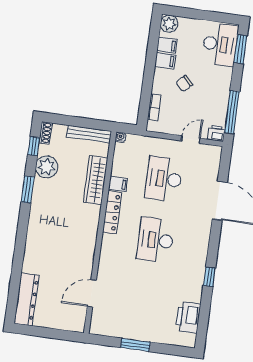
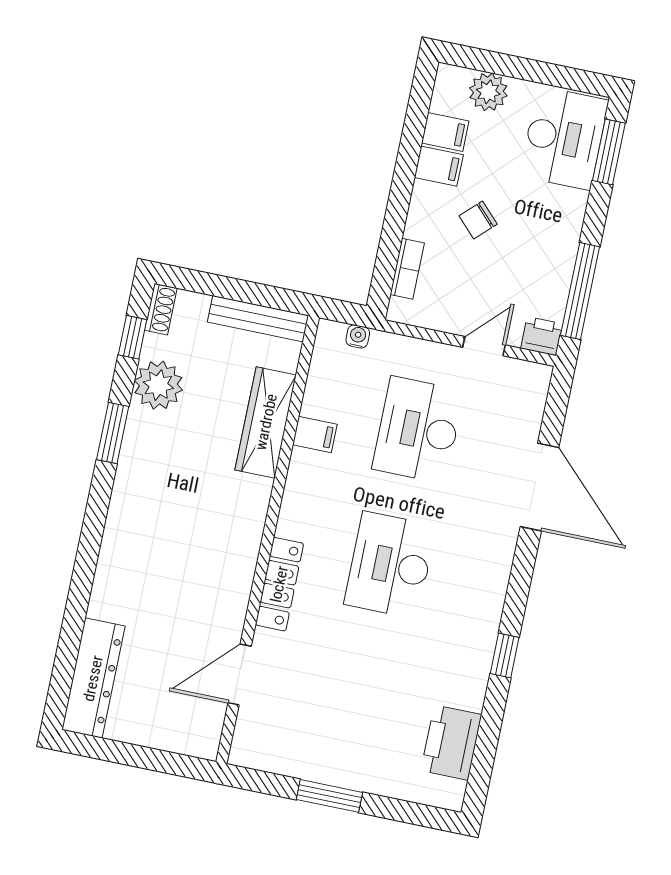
plant: (169, 24) -> (488, 92), moved
water cooler: (120, 137) -> (358, 336), moved
locker: (112, 212) -> (279, 584), moved

